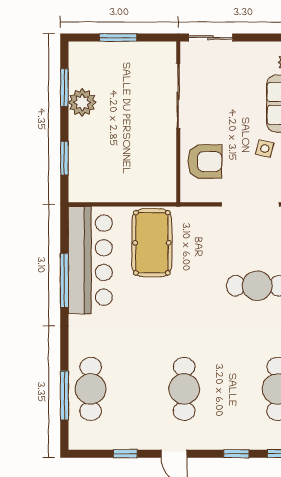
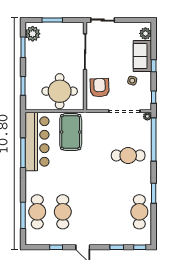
plant: (82, 102) -> (33, 34), moved
armchair: (205, 162) -> (100, 88), turned -92
round table: (132, 168) -> (60, 91), added
cafe table: (184, 389) -> (63, 212), moved

